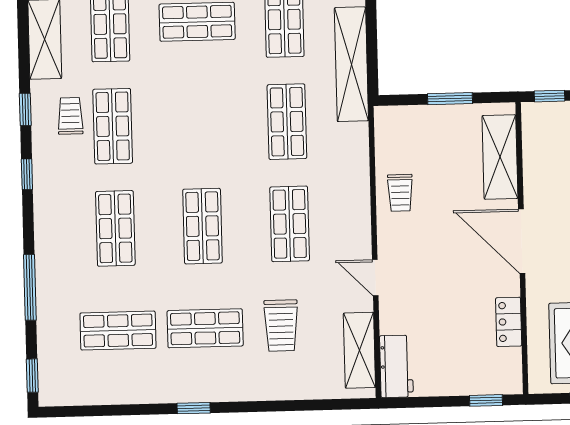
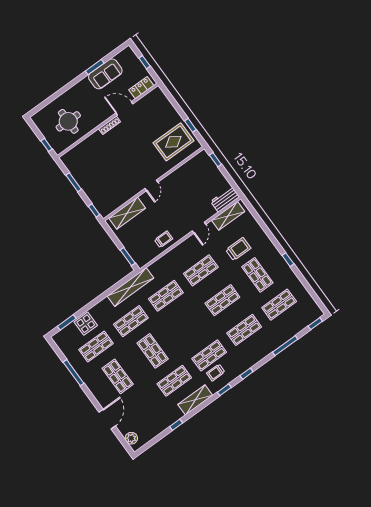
window: (450, 99) -> (128, 257), moved
door: (522, 241) -> (151, 185), width x0.53
locker: (509, 322) -> (183, 171), removed
shop shelf: (118, 331) -> (279, 305), turned 90

